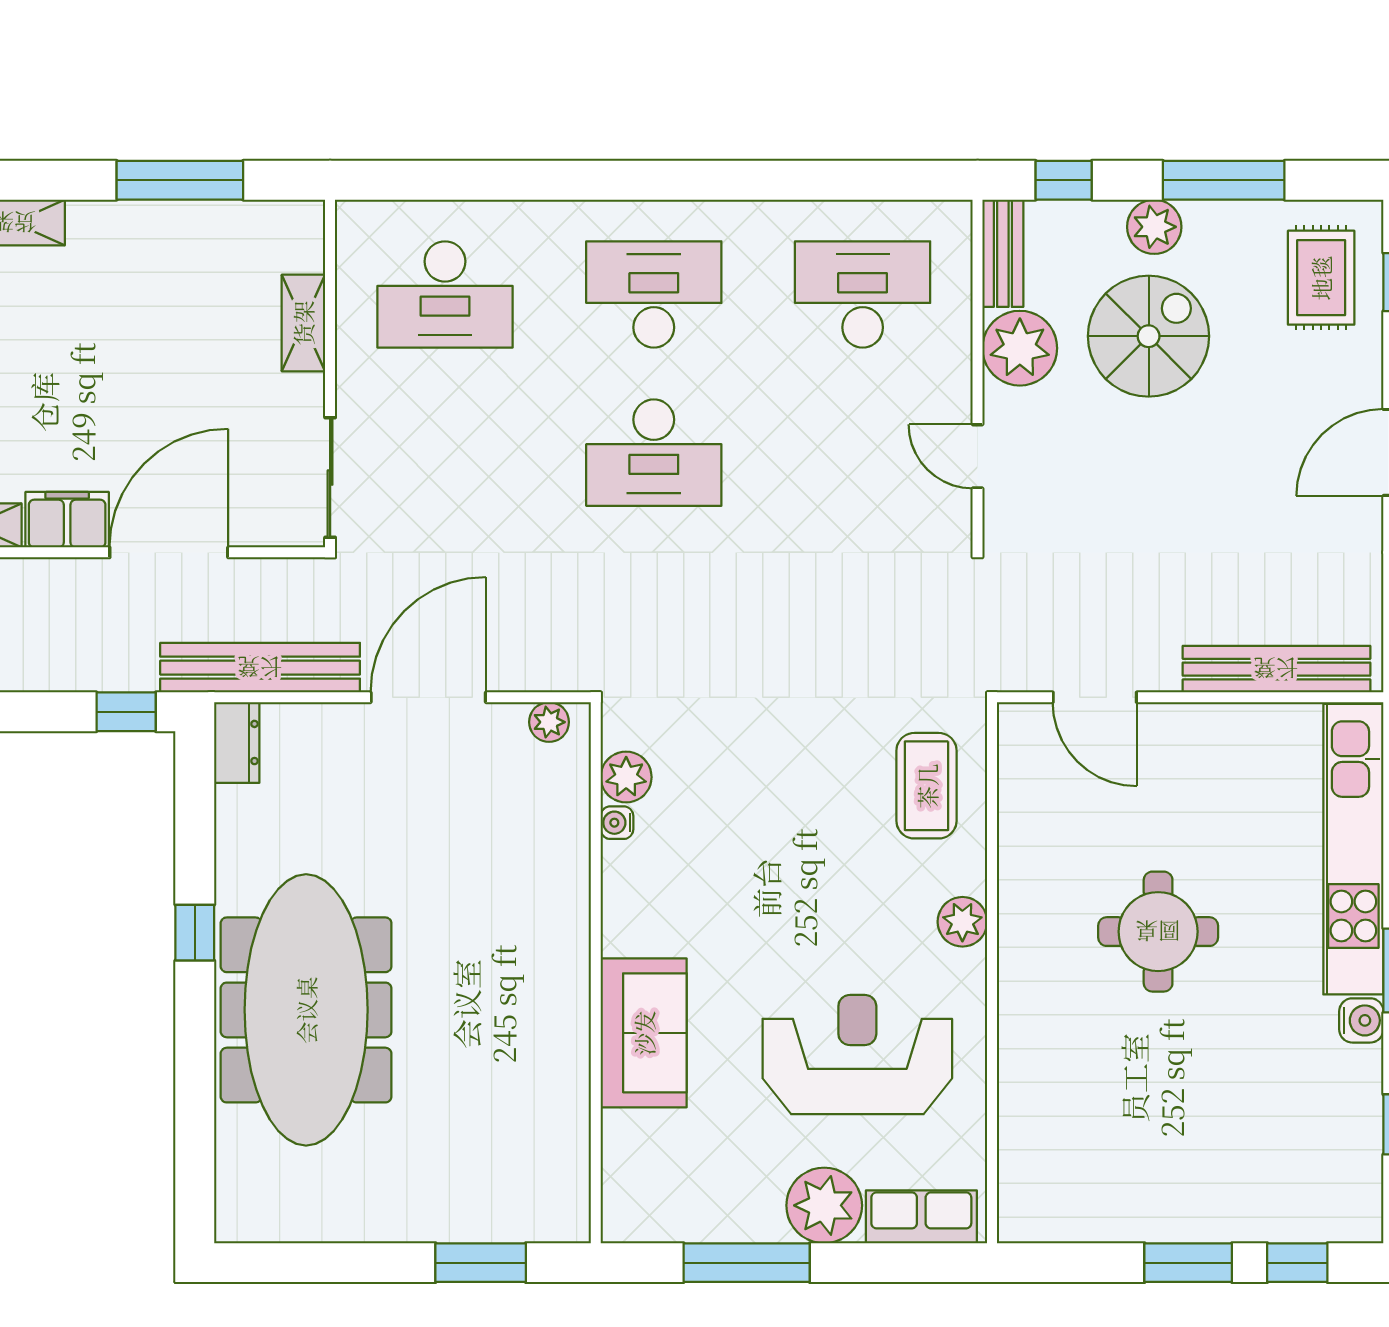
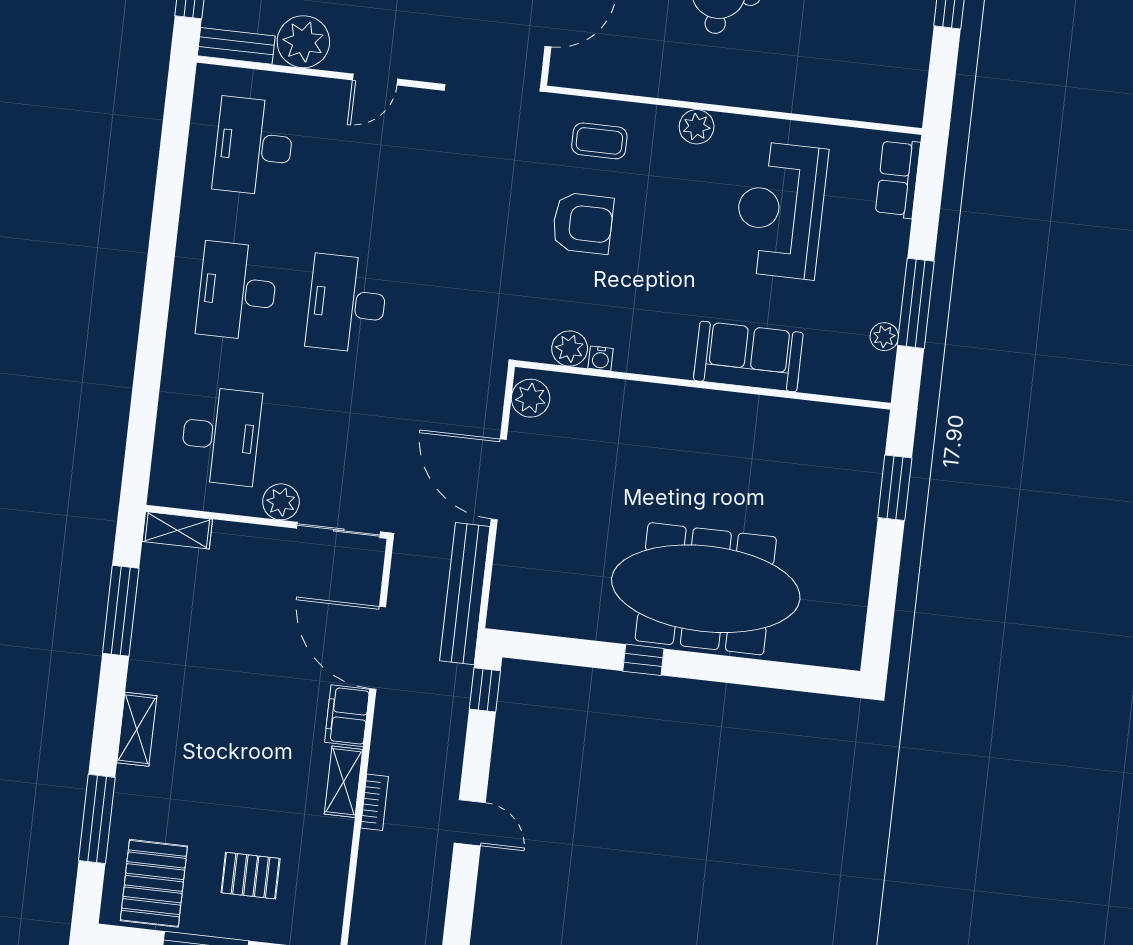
shelving: (303, 323) -> (177, 530), moved
plant: (361, 391) -> (281, 502), added
desk: (654, 453) -> (347, 304), turned 180
plant: (549, 722) -> (531, 398), width x1.38, depth x1.38
dresser: (237, 742) -> (515, 616), removed
armchair: (807, 775) -> (583, 223), added
coffee table: (927, 786) -> (599, 141), width x0.73, depth x0.77
plant: (824, 1205) -> (884, 337), moved, width x0.53, depth x0.53

